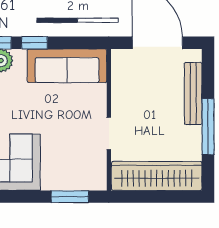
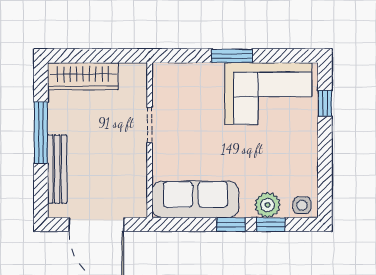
wardrobe: (157, 176) -> (83, 76), width x0.71, depth x0.85
window: (70, 197) -> (232, 56), moved

